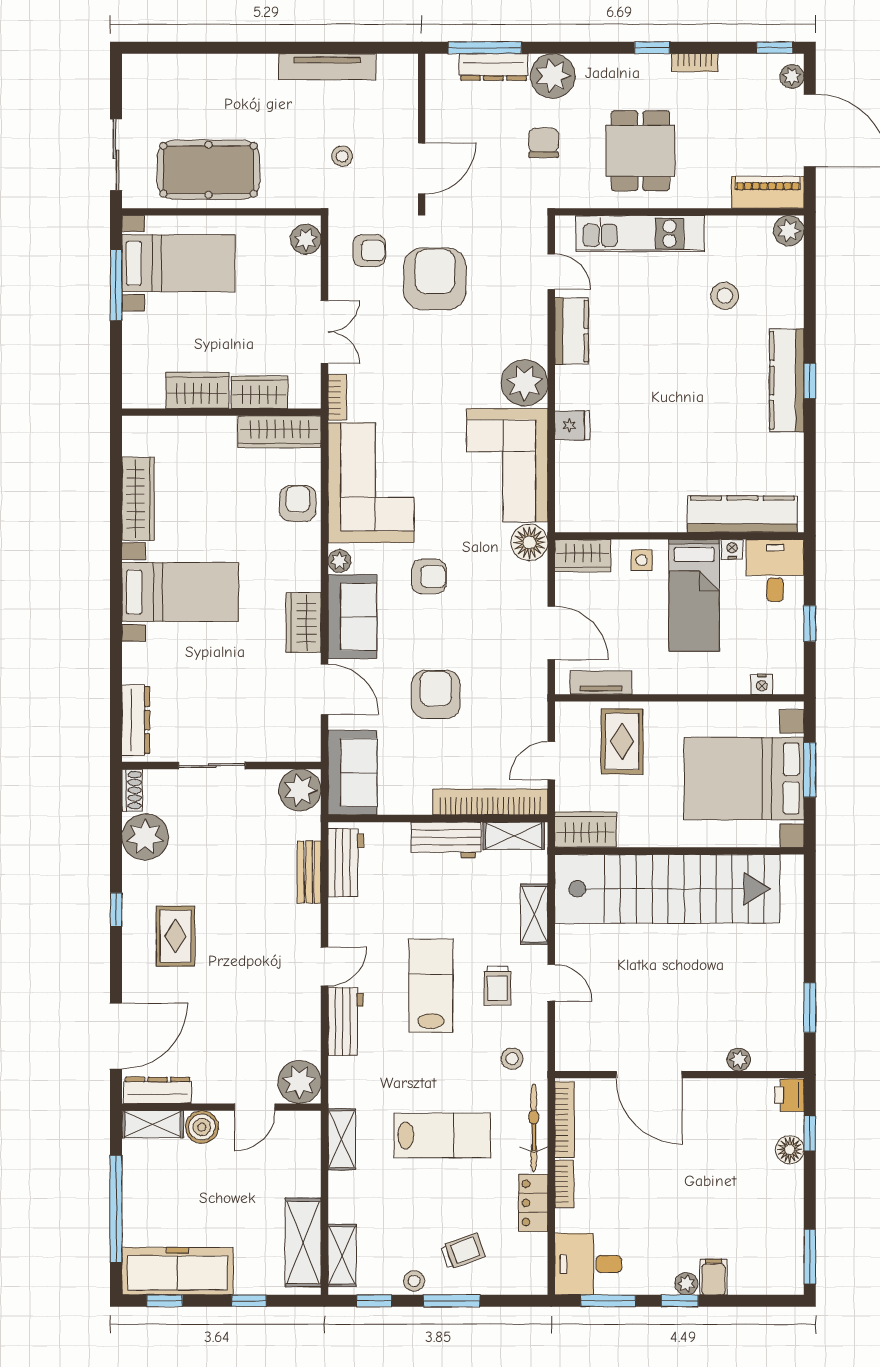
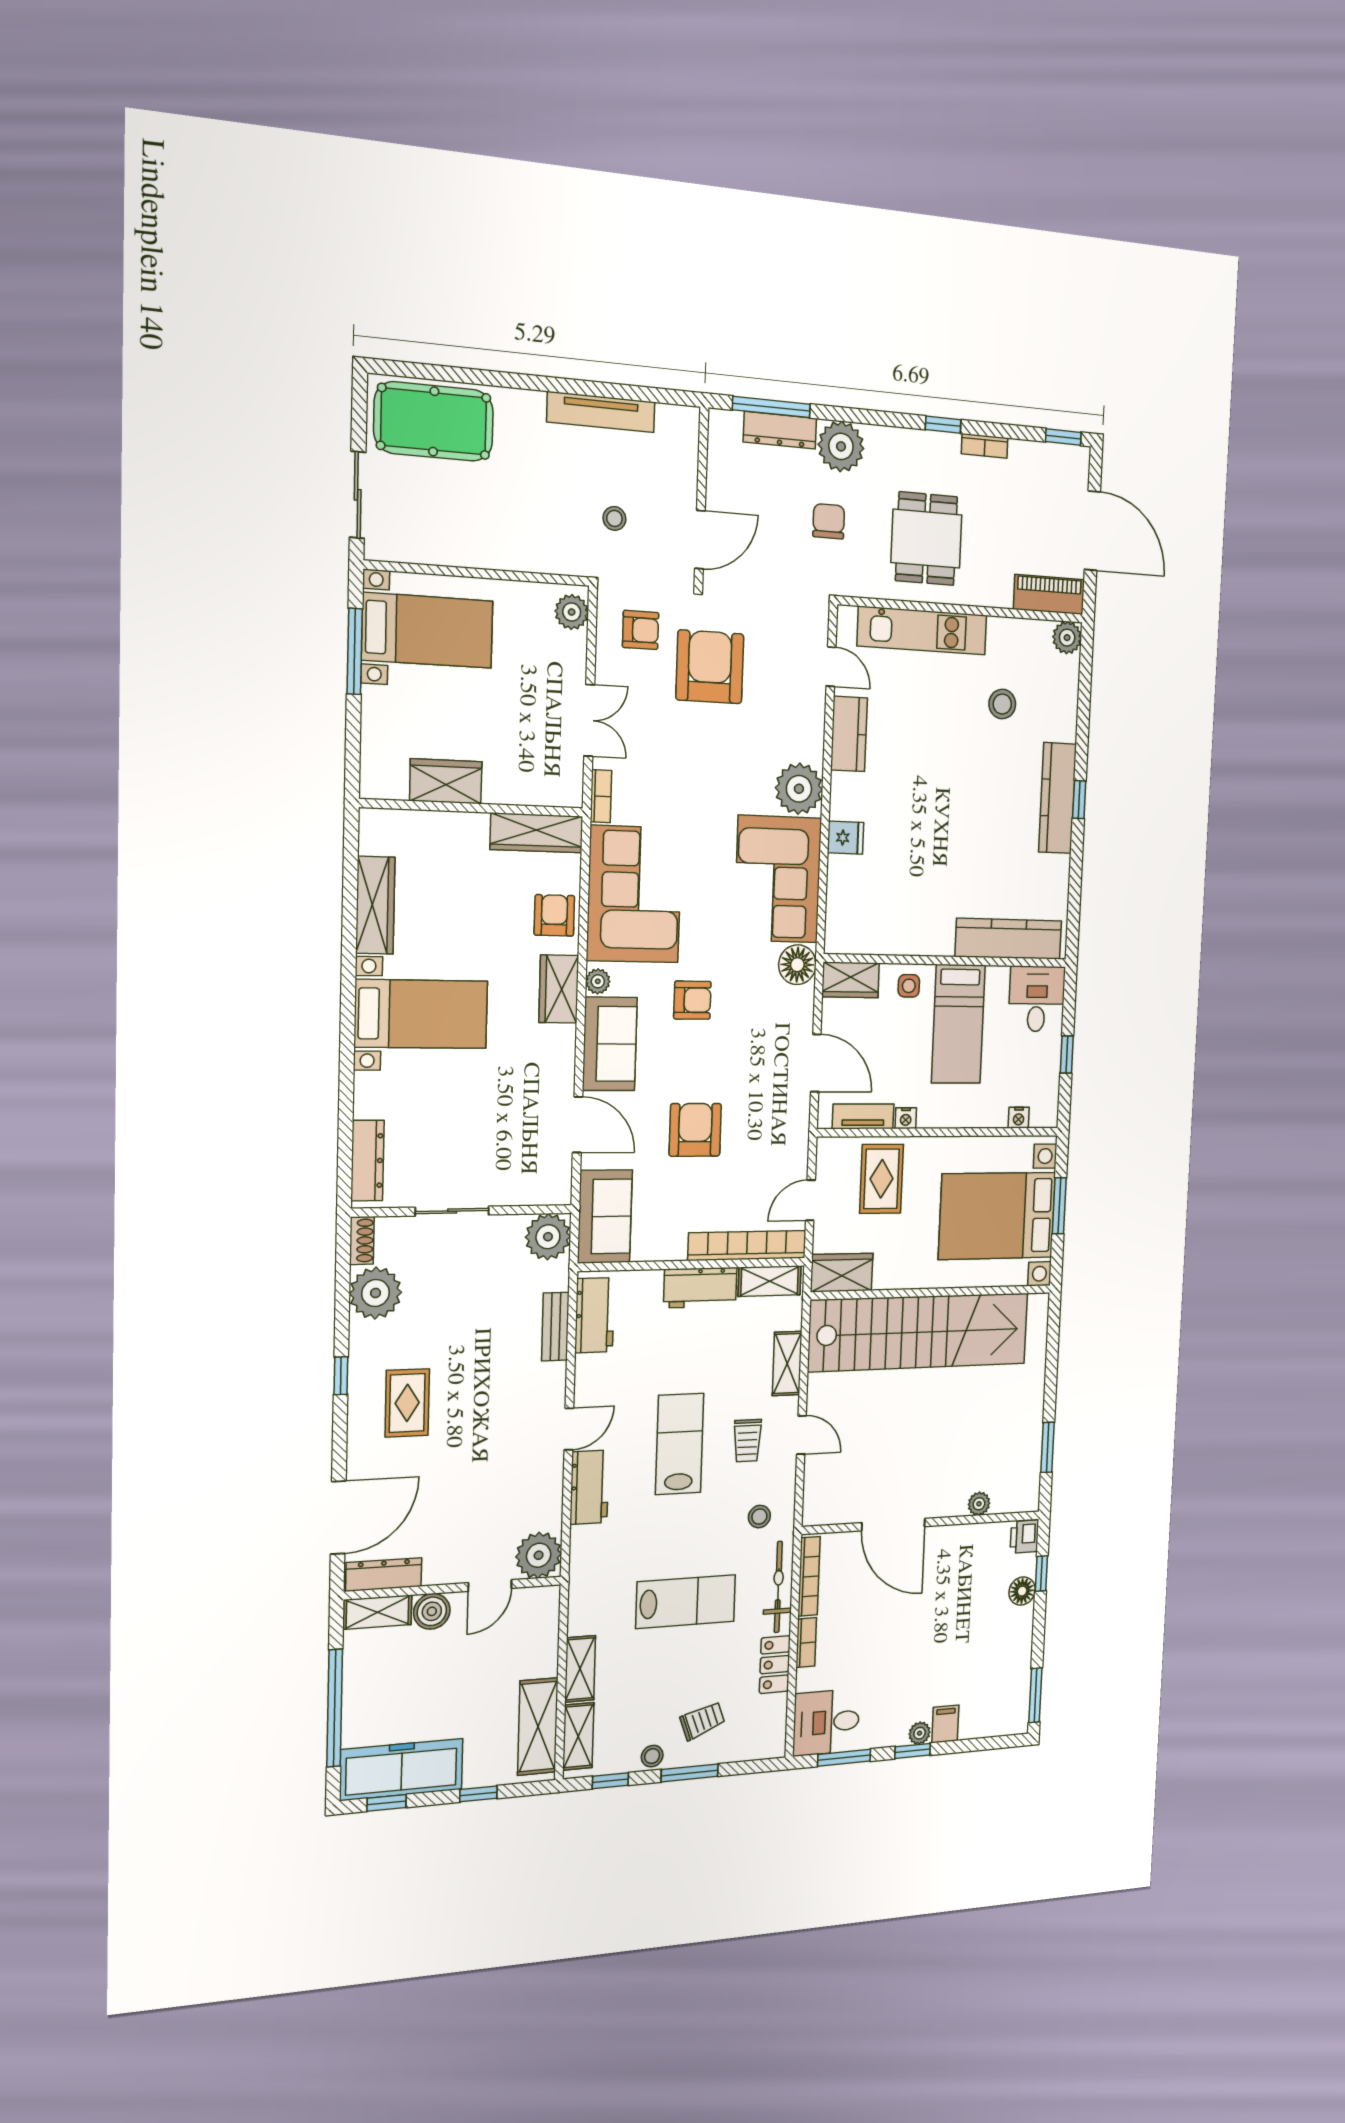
plant: (792, 76) -> (1078, 470), removed
pool table: (209, 170) -> (434, 421), moved
wardrobe: (259, 392) -> (515, 786), removed
nightstand: (732, 549) -> (906, 1118), moved, turned 180
wardrobe: (304, 623) -> (559, 989), moved
shelving: (342, 1139) -> (580, 1669), moved

